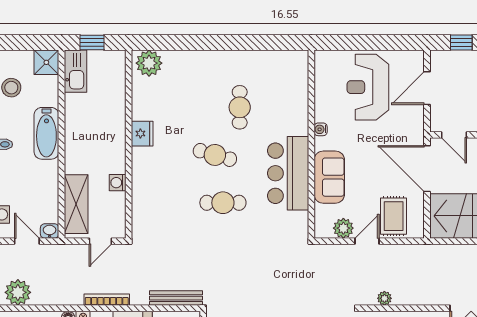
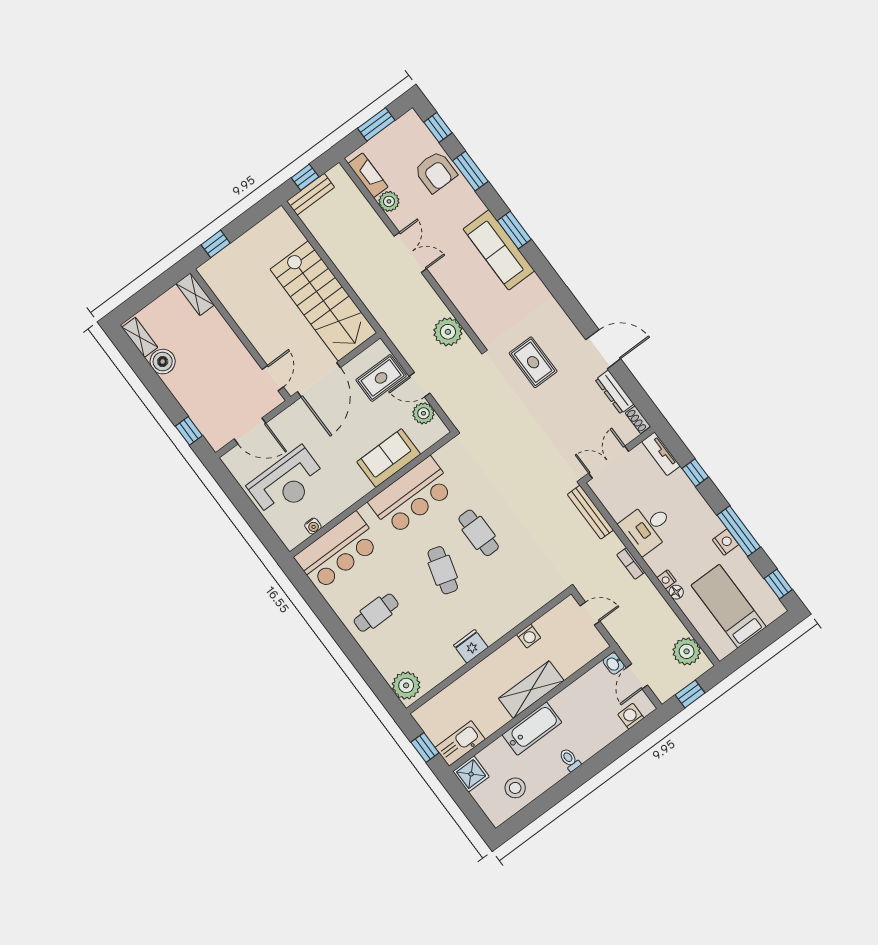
bar counter: (288, 87) -> (337, 551), added
cafe table: (240, 107) -> (376, 613), moved
water cooler: (321, 129) -> (313, 526), moved
shelving: (76, 204) -> (531, 690), moved
plant: (384, 298) -> (448, 332), width x1.87, depth x1.87
bookcase: (107, 300) -> (631, 564), width x0.64

